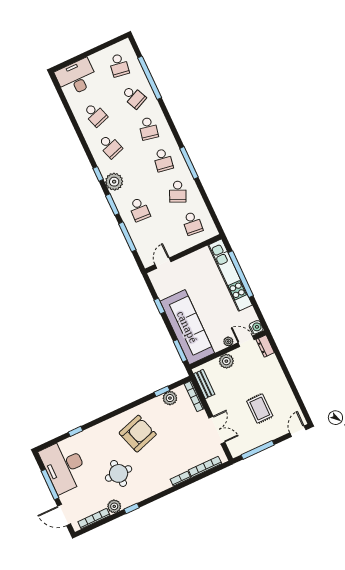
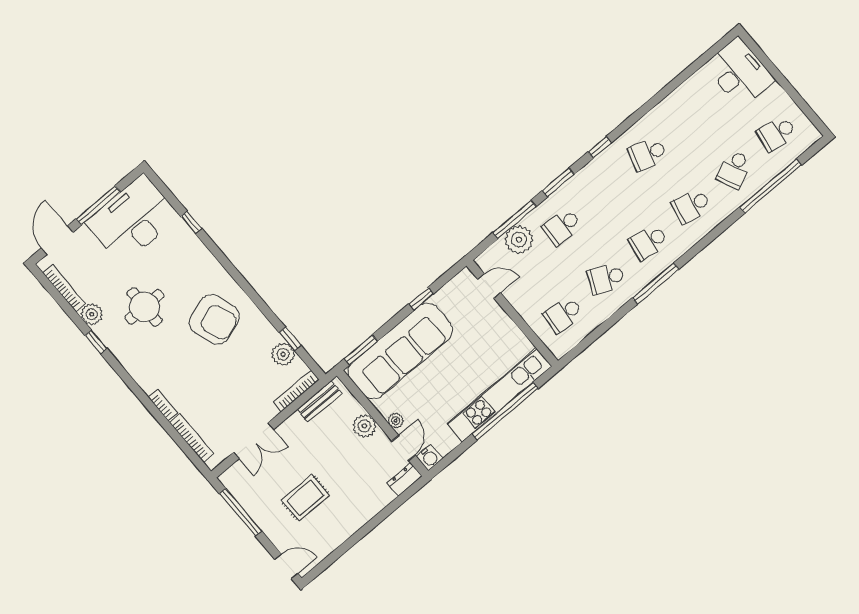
school desk: (95, 115) -> (690, 118), removed
school desk: (110, 146) -> (647, 154), turned 36
plant: (114, 182) -> (519, 240), moved

